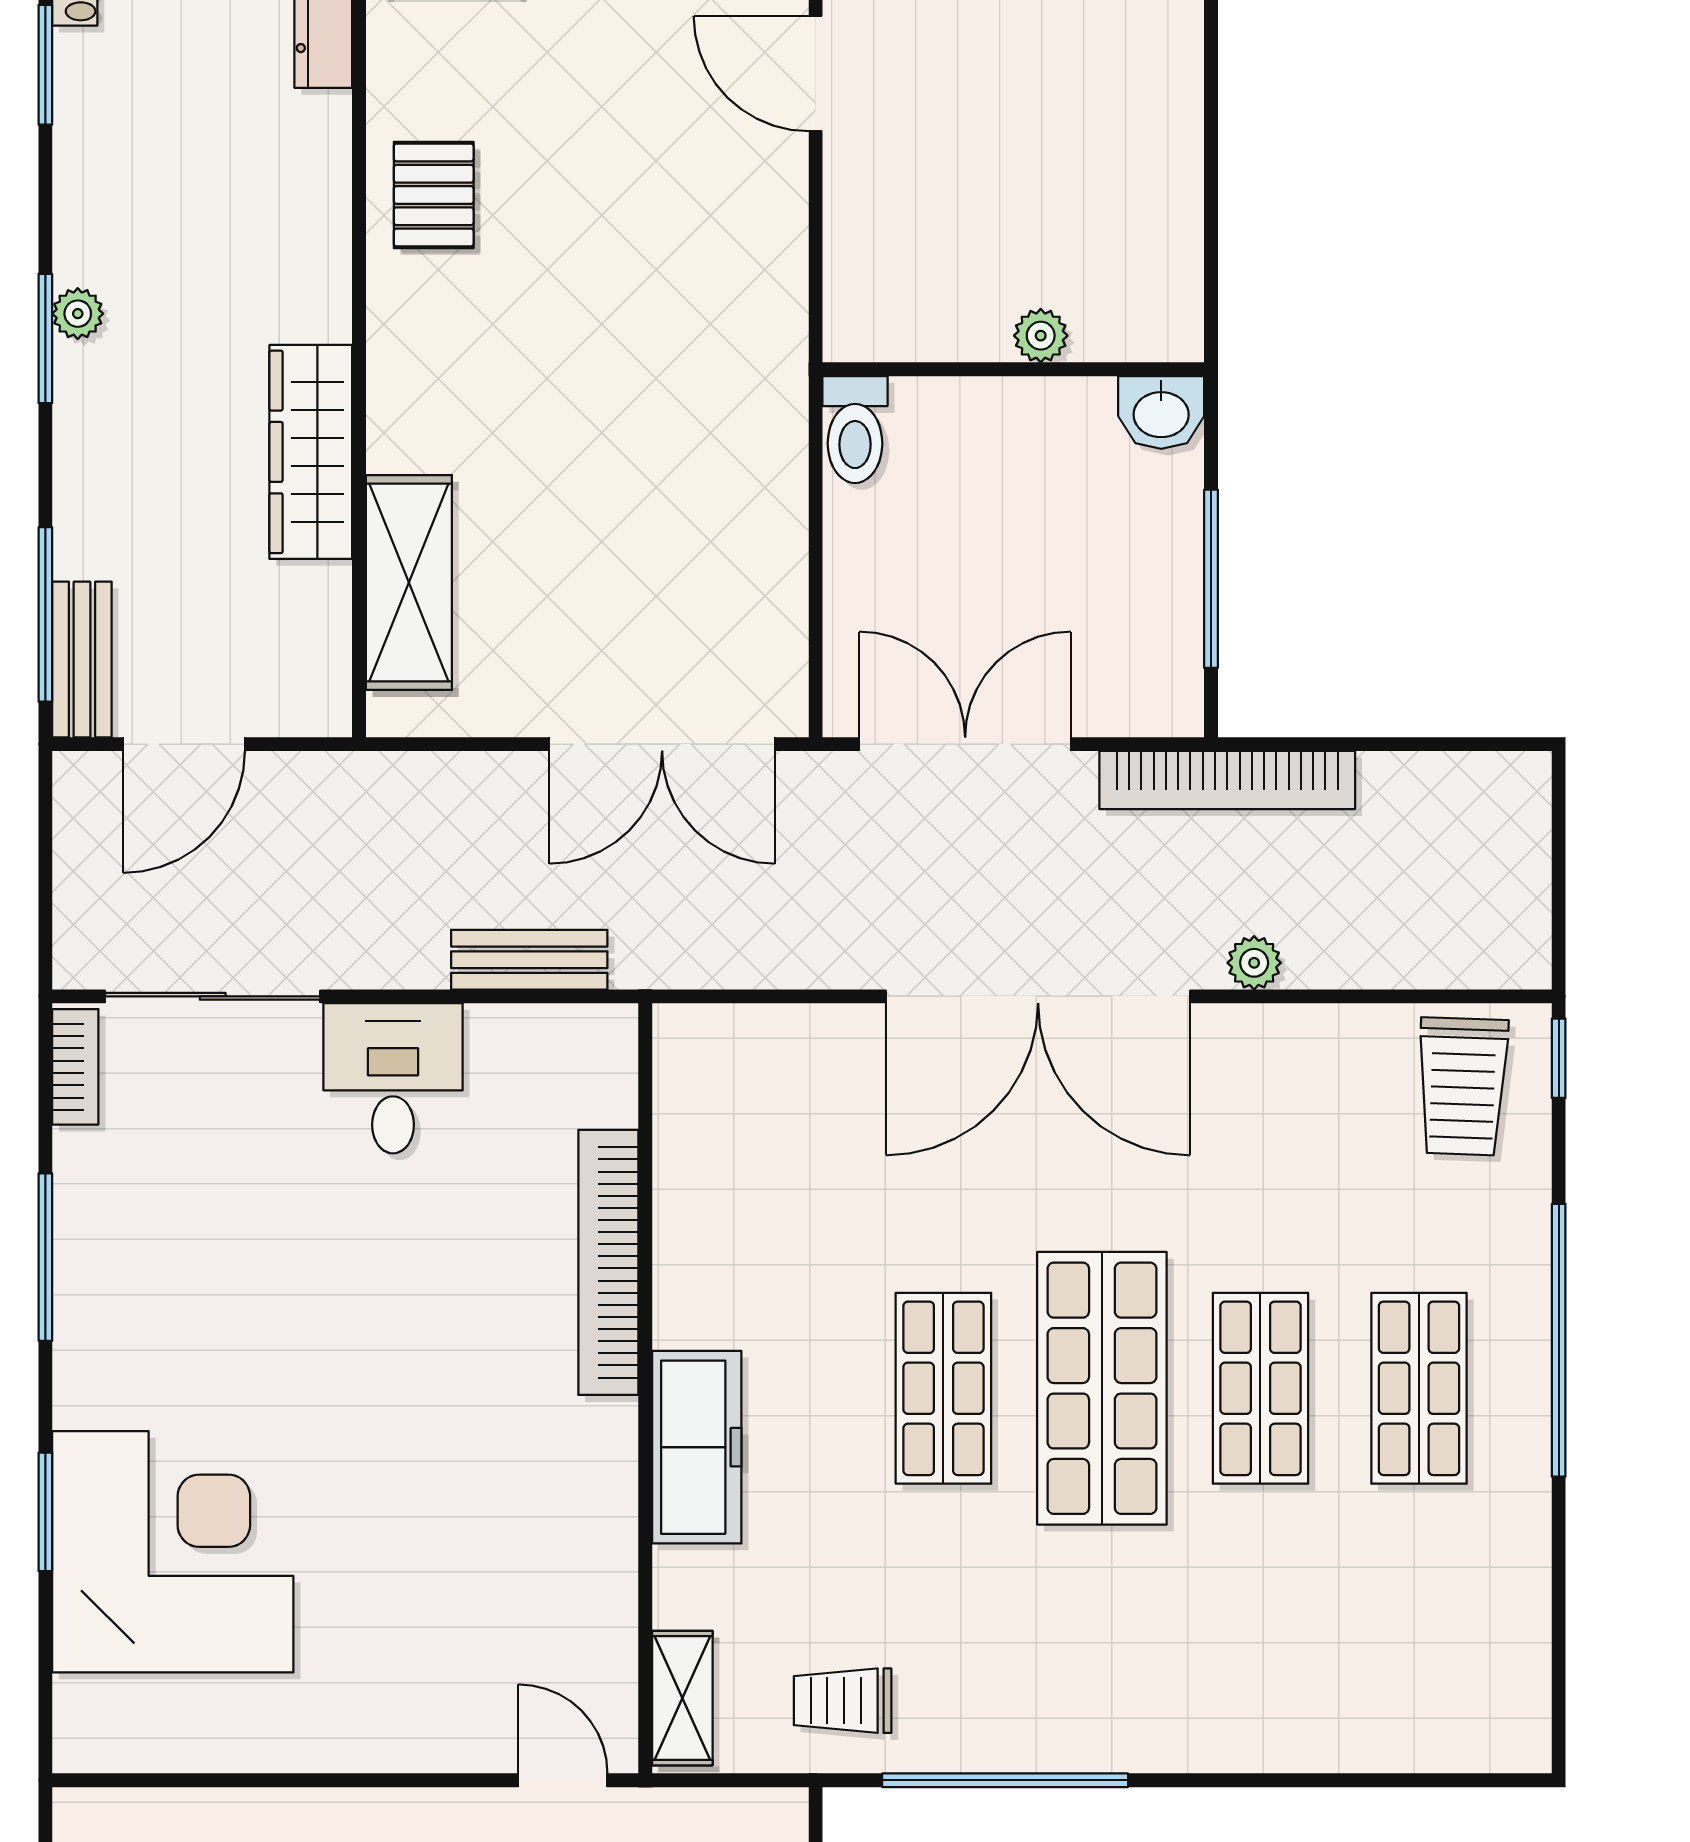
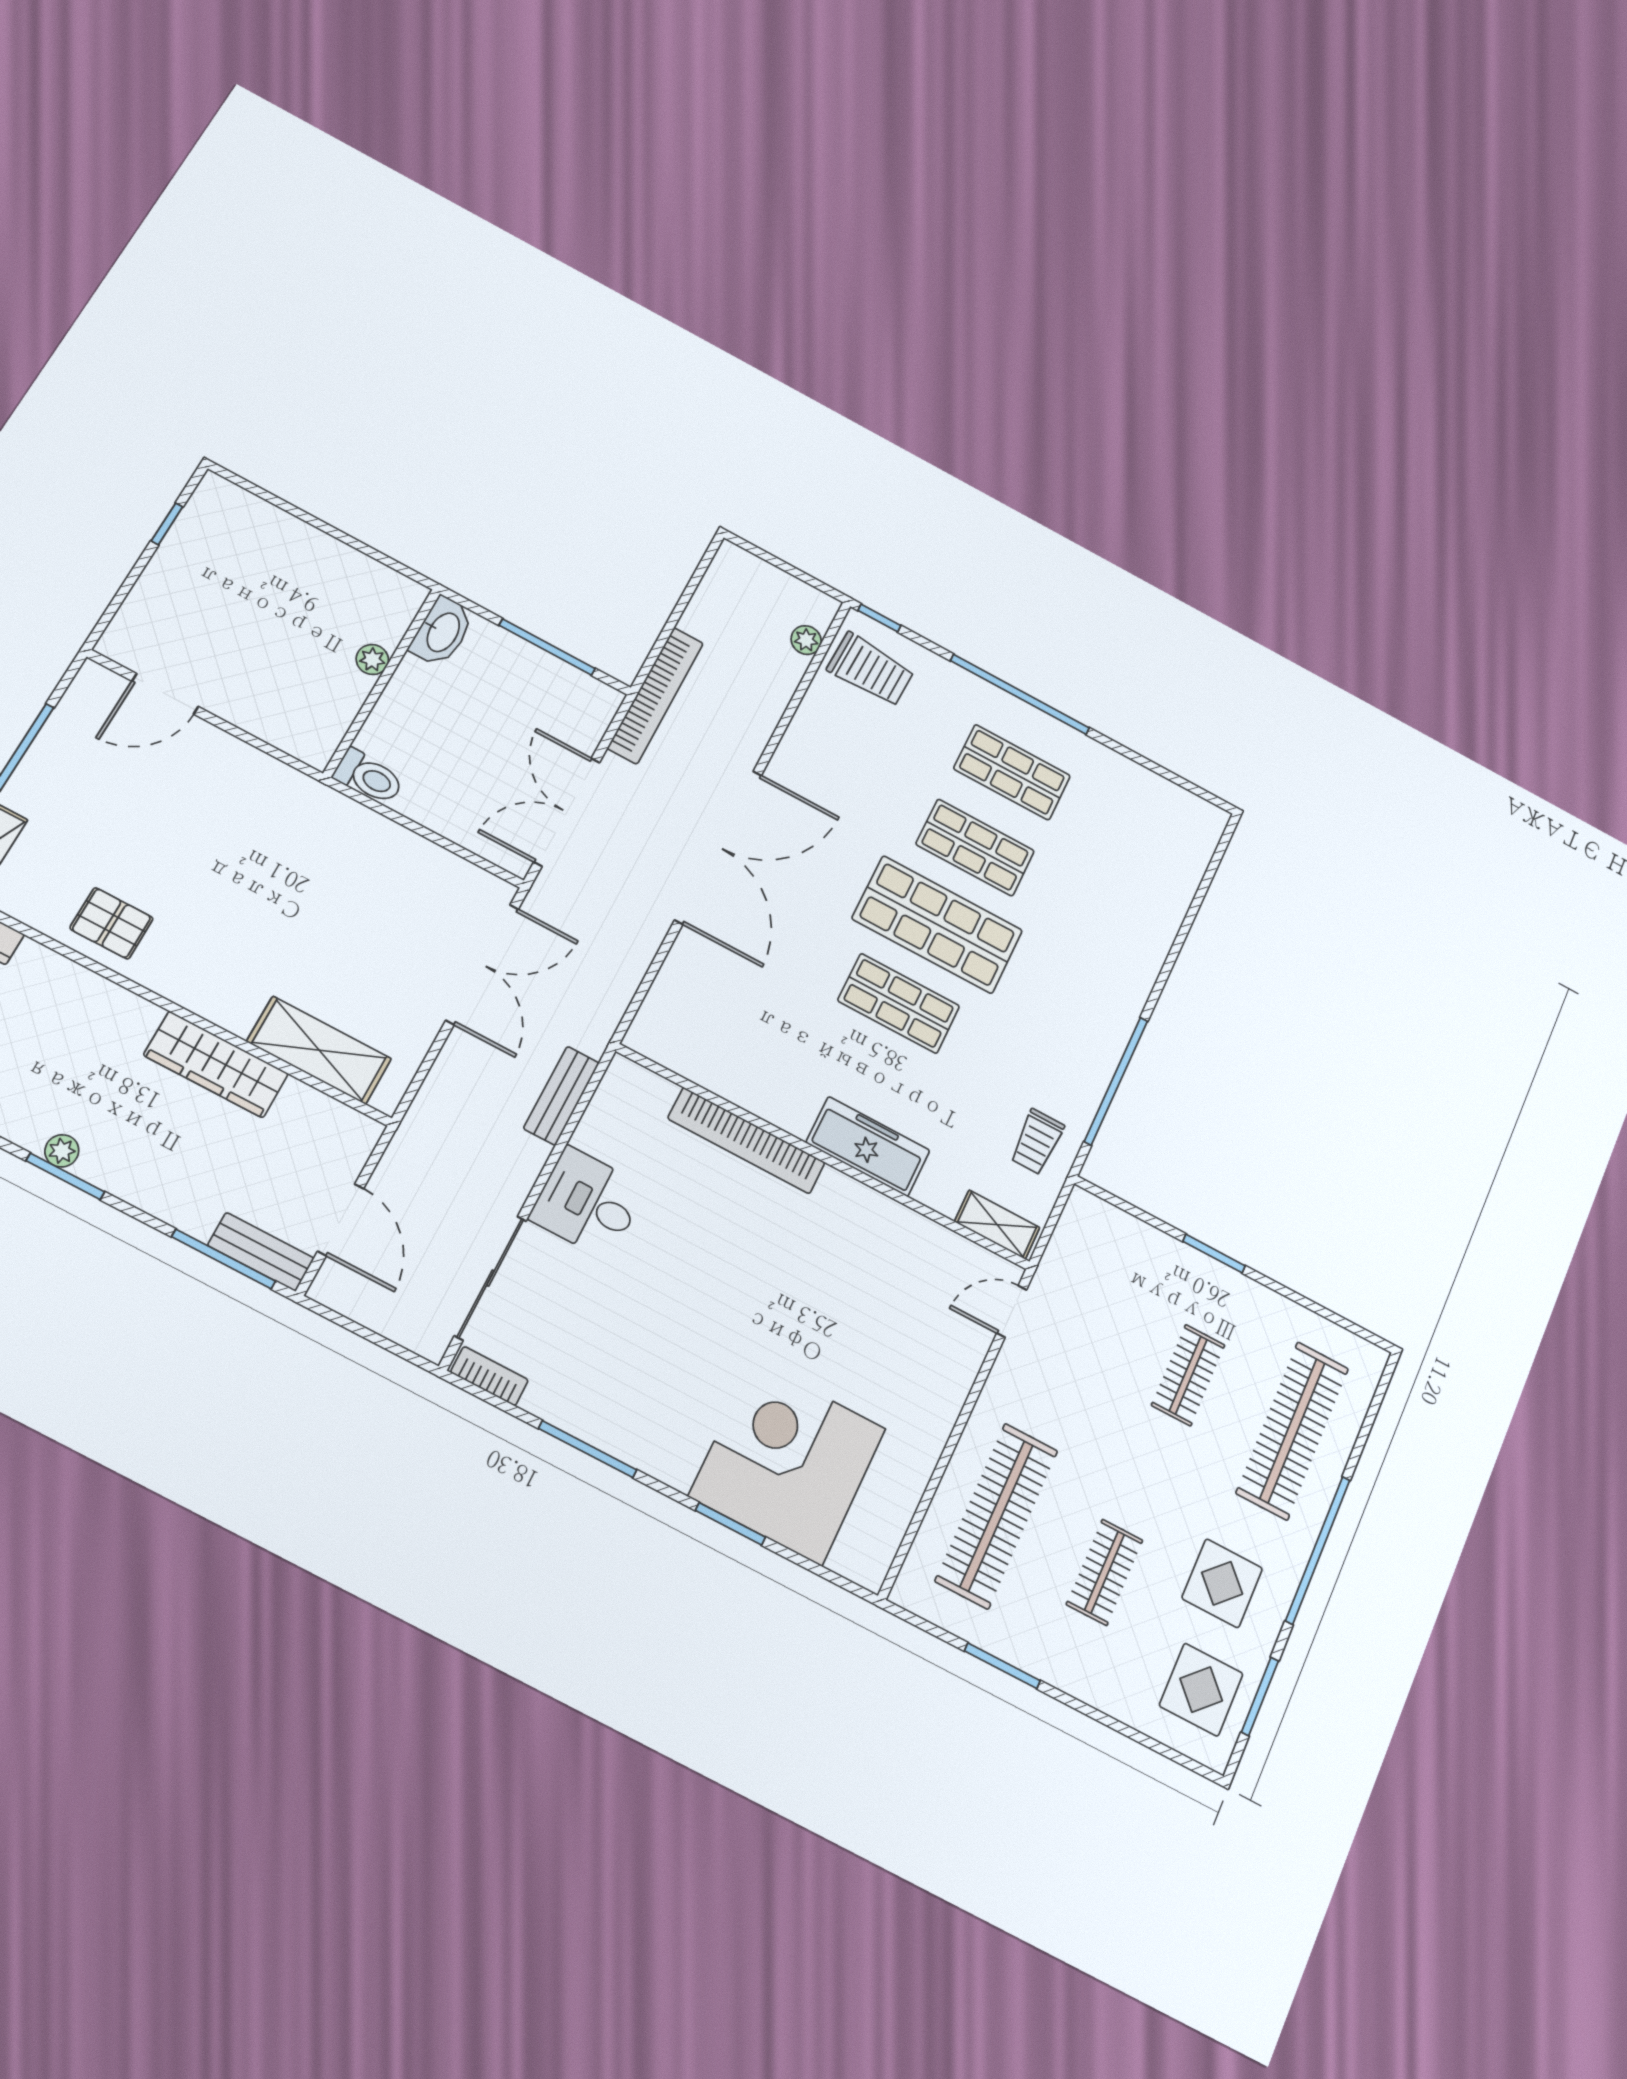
washbasin: (1161, 412) -> (442, 632), width x1.38
plant: (1254, 963) -> (806, 640), moved

